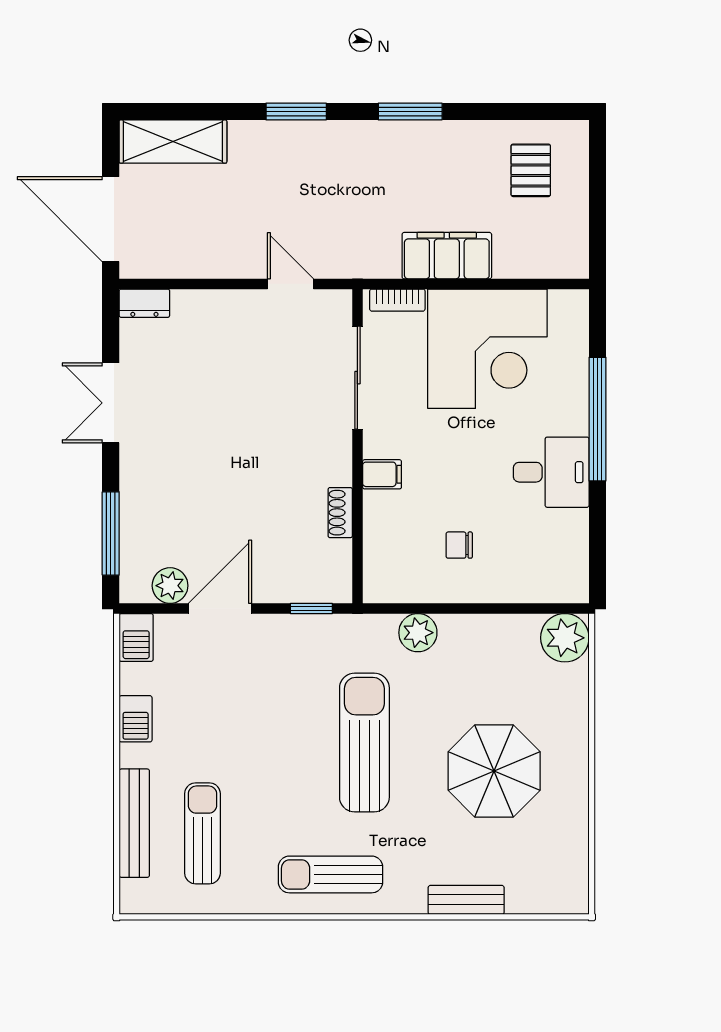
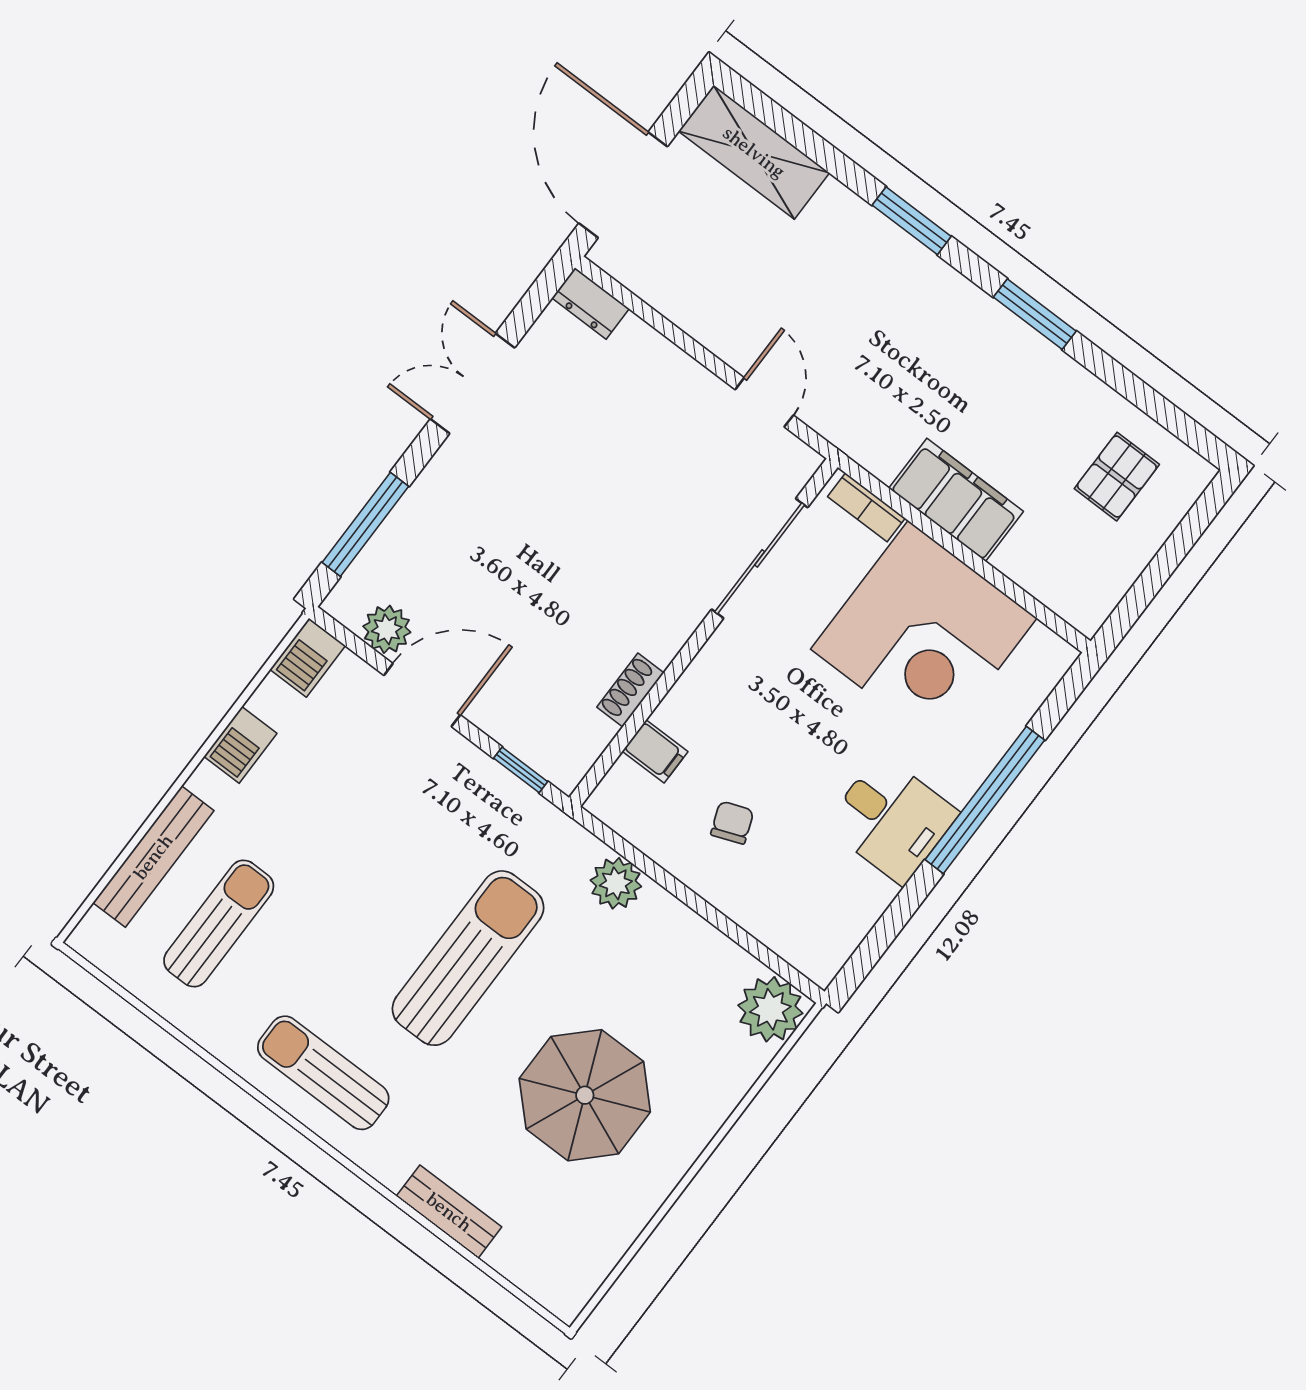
filing cabinet: (382, 474) -> (655, 751), moved
chair: (459, 545) -> (732, 823), turned 69

